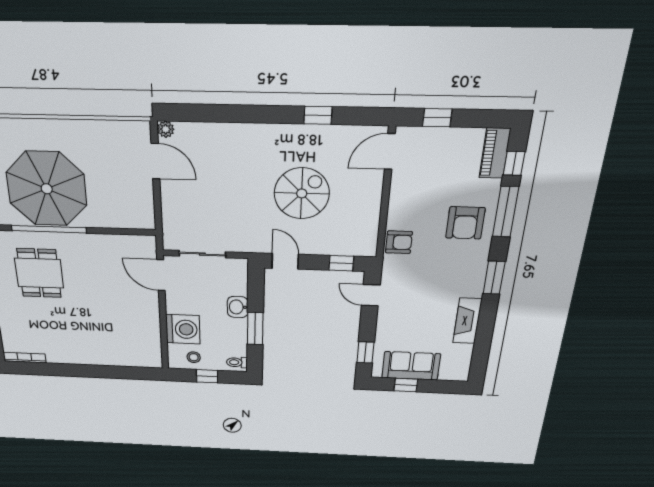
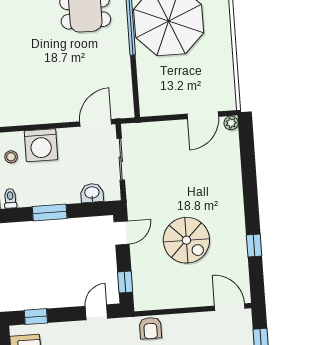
washbasin: (238, 307) -> (92, 193), moved

